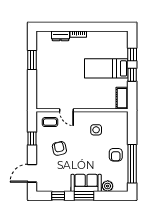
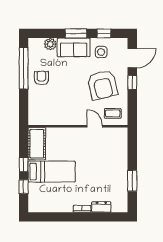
cot: (122, 98) -> (37, 144), width x1.37, depth x1.34
side table: (96, 130) -> (101, 52), moved
window: (32, 138) -> (132, 83), moved
armchair: (59, 148) -> (103, 85), width x1.88, depth x1.88

